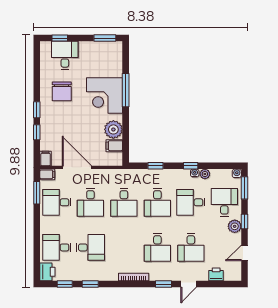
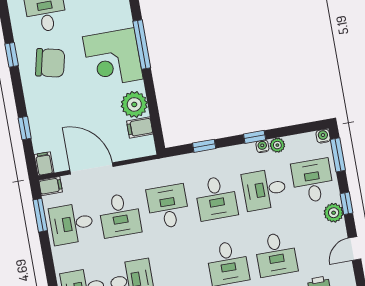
chair: (62, 91) -> (50, 63), turned -77
window: (37, 110) -> (12, 55), moved
desk: (124, 202) -> (168, 207), turned 180

